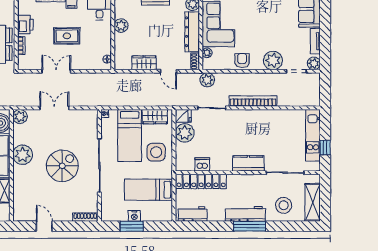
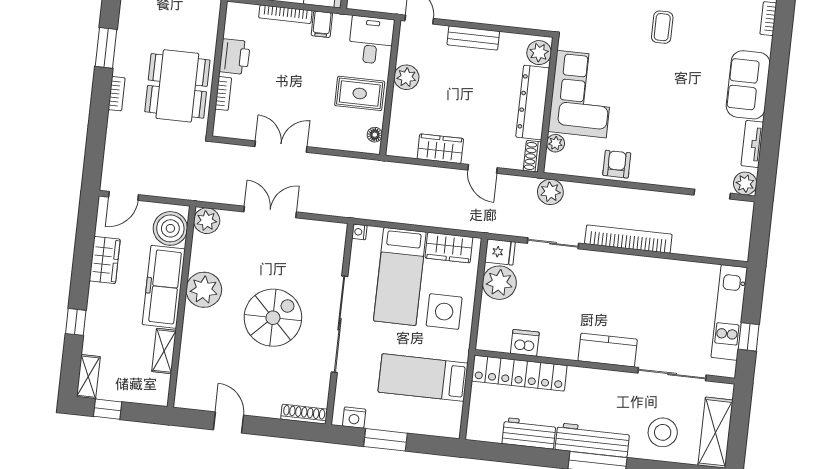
rug: (67, 36) -> (360, 93), moved
plant: (273, 60) -> (672, 170), removed
workbench: (193, 214) -> (529, 433), moved
nightstand: (134, 216) -> (354, 418), moved

